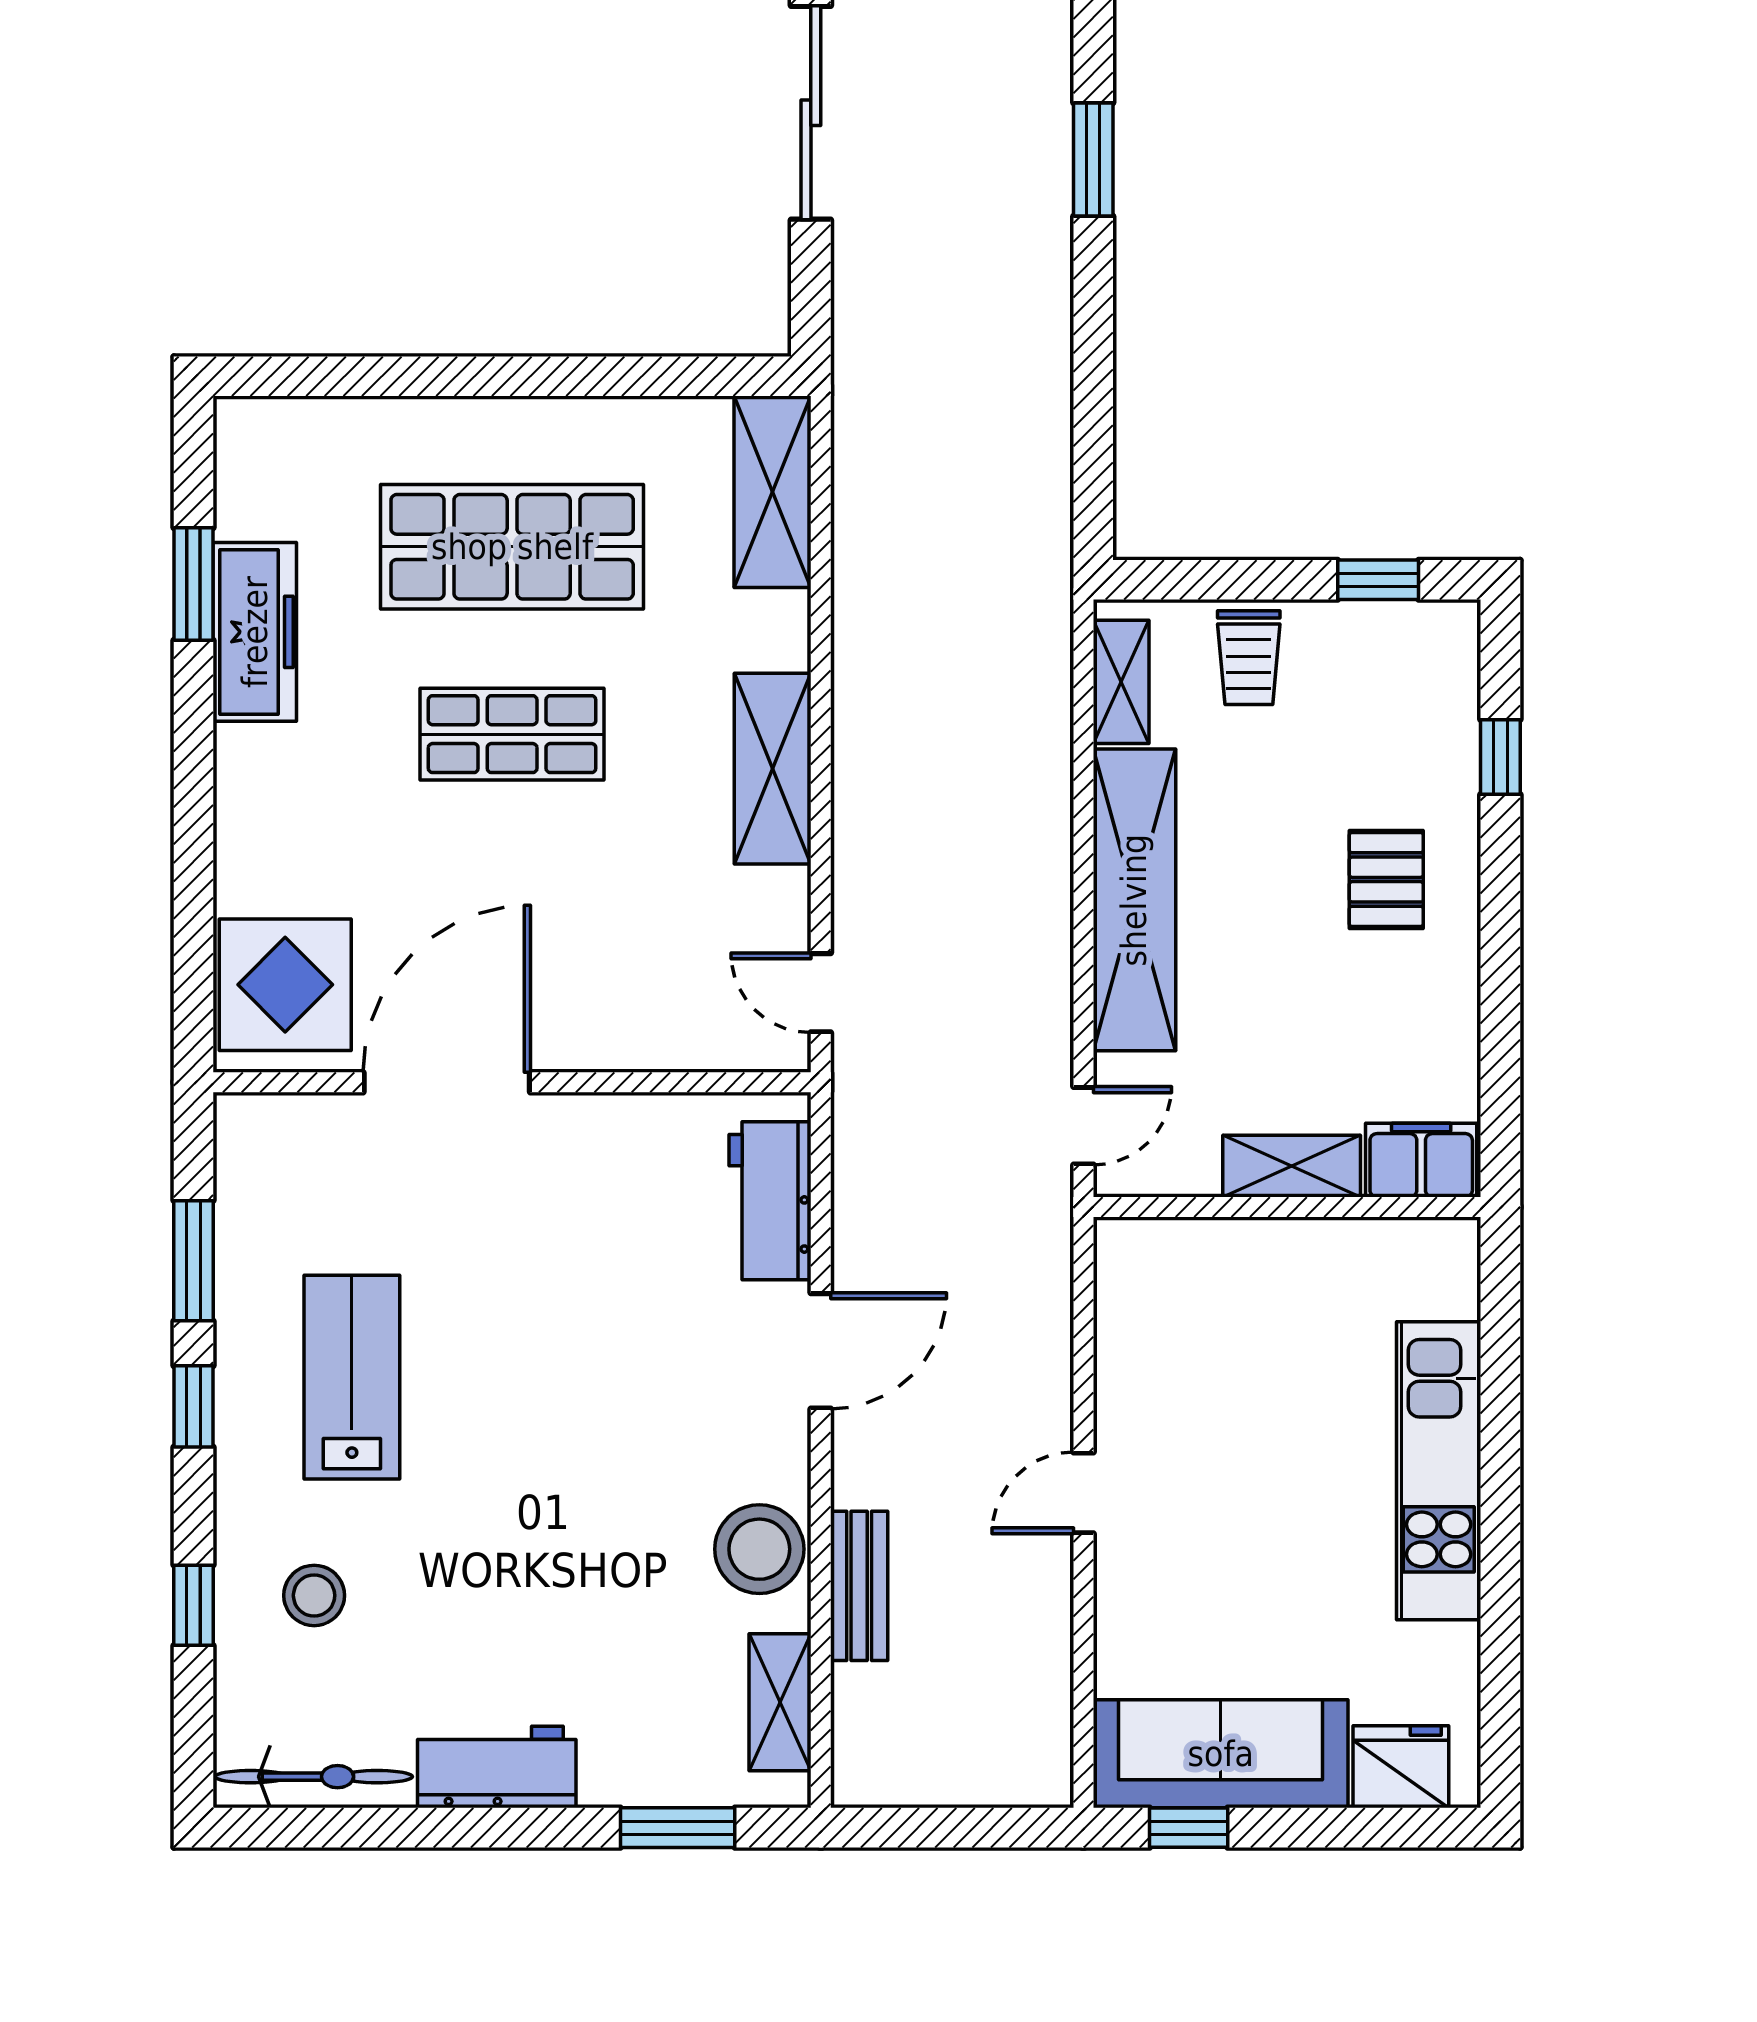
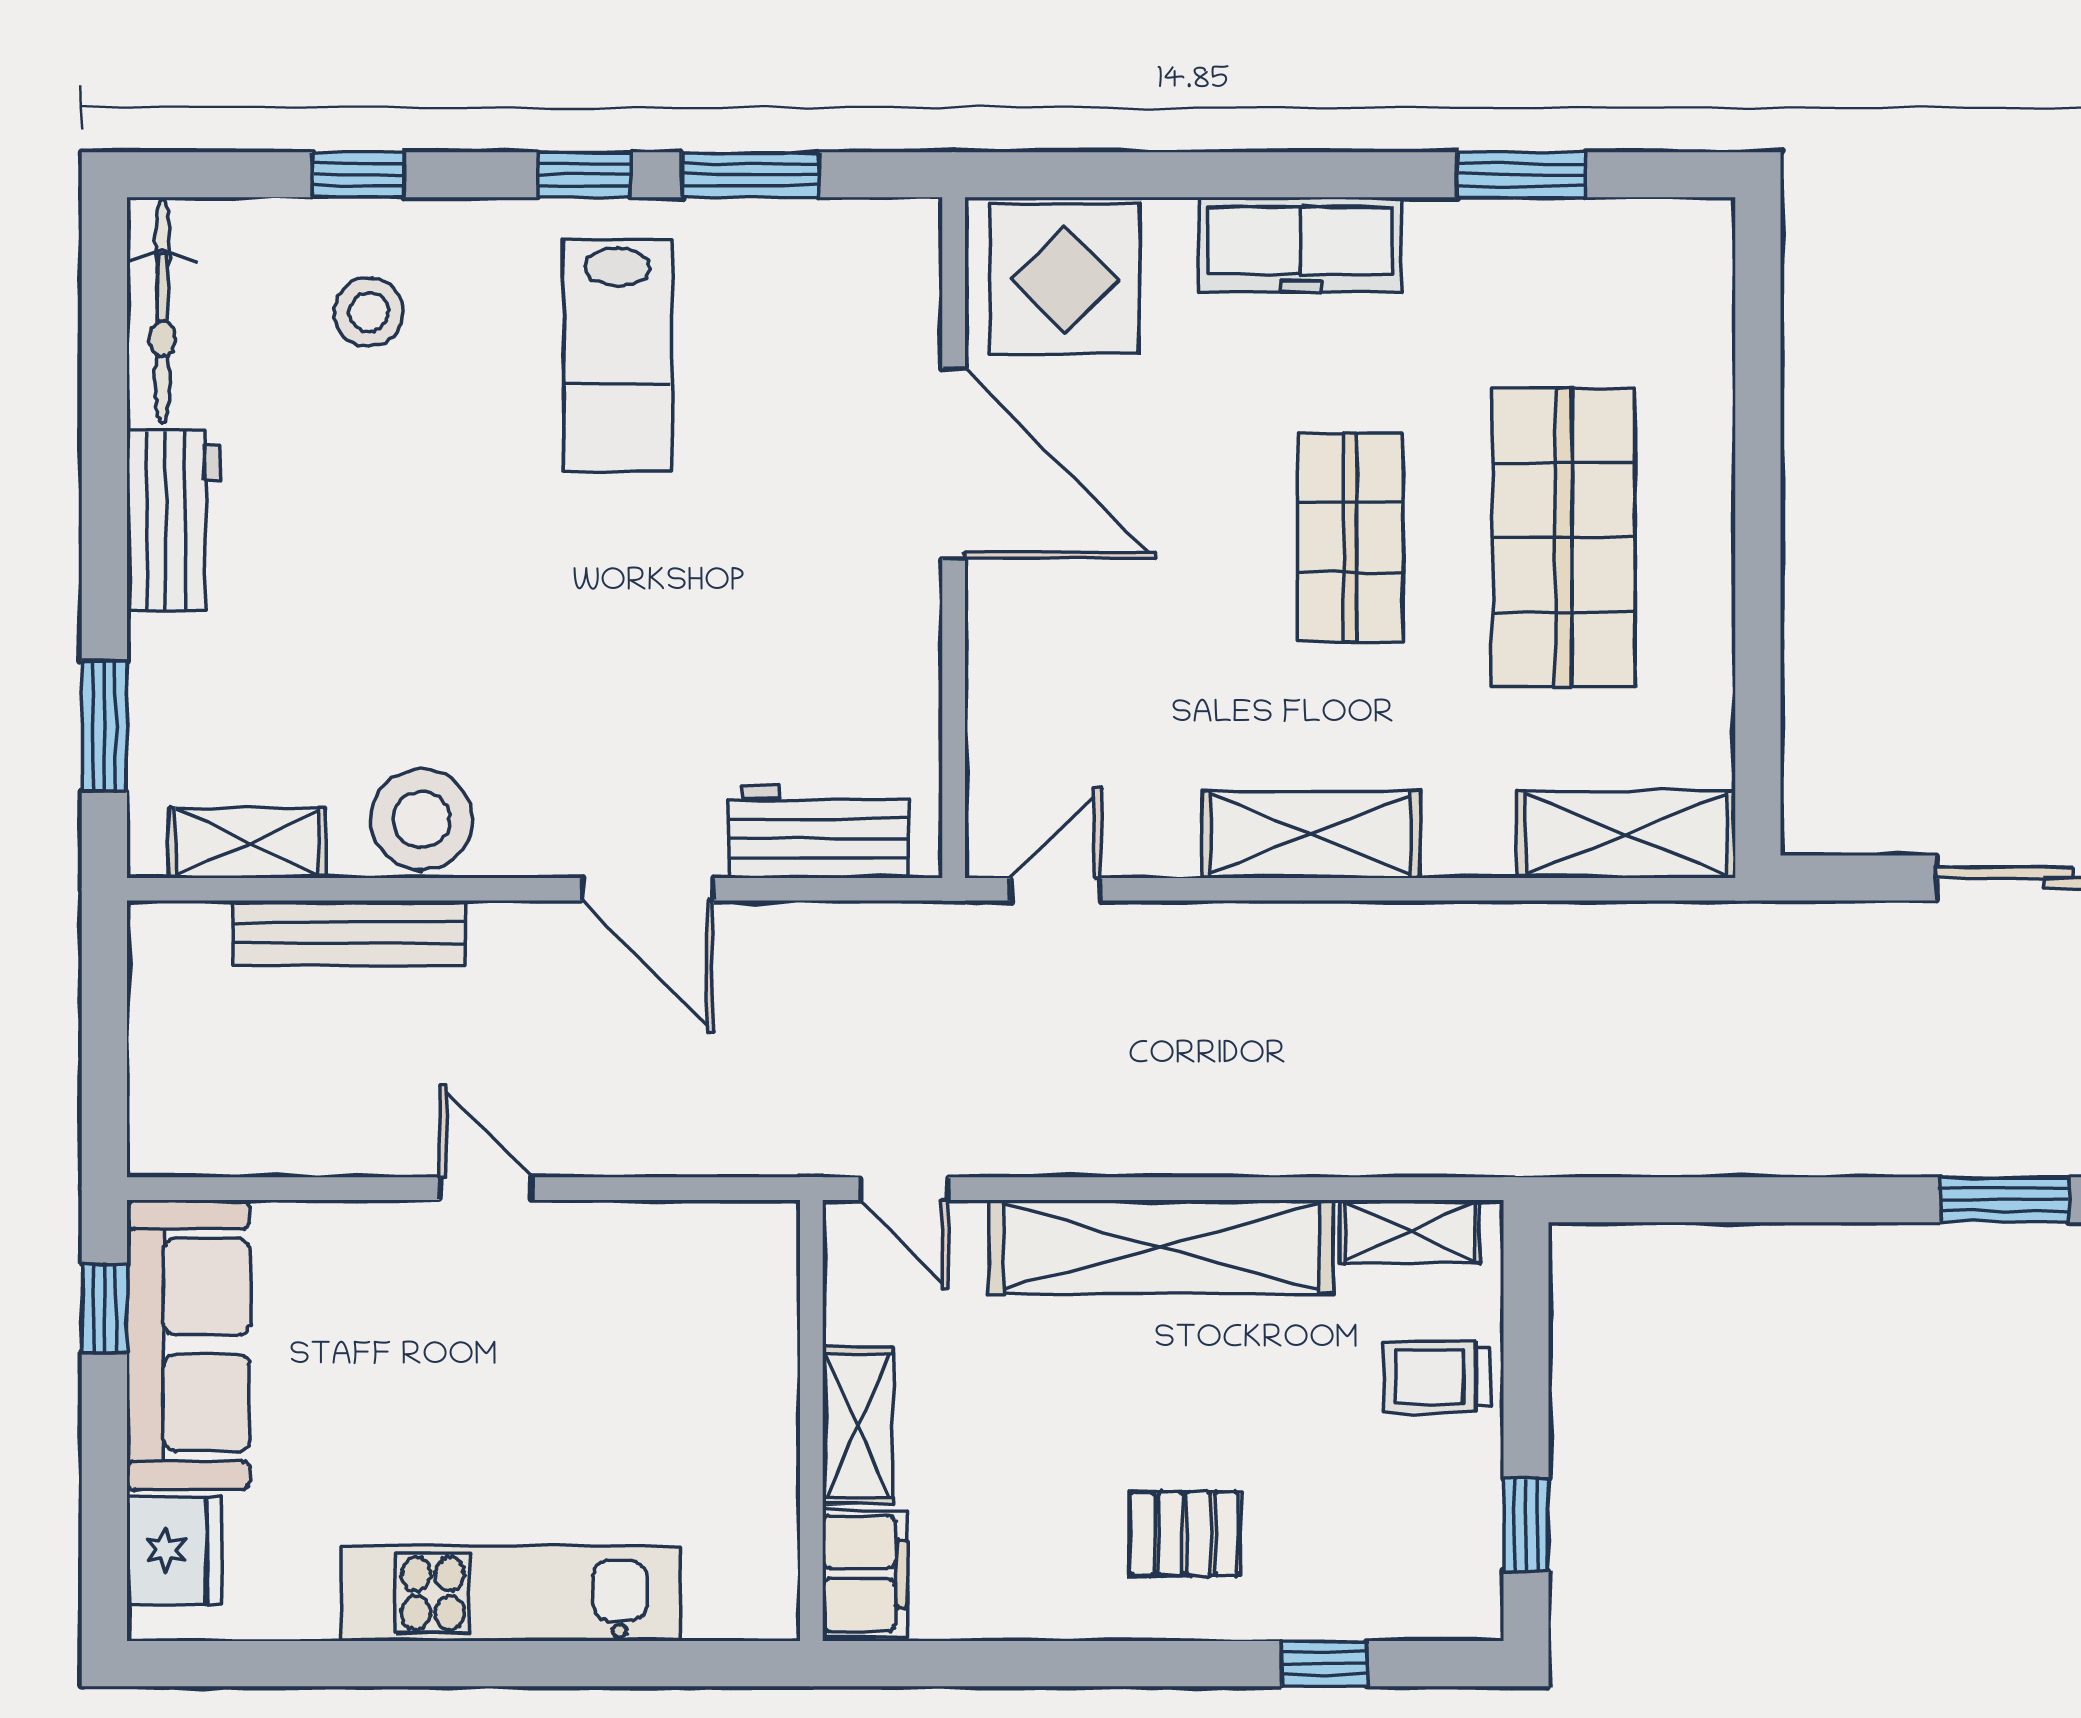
freezer: (255, 632) -> (1301, 245), moved
lab bench: (352, 1377) -> (618, 355), turned 90
bench: (859, 1586) -> (349, 933), width x1.36

